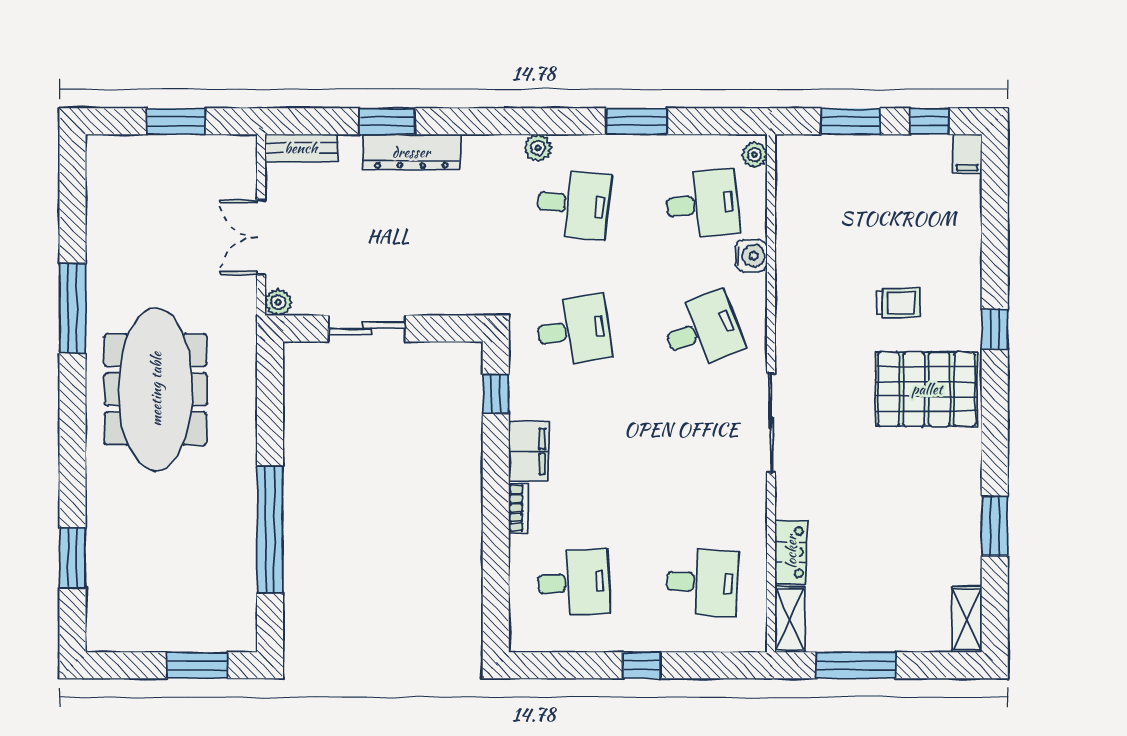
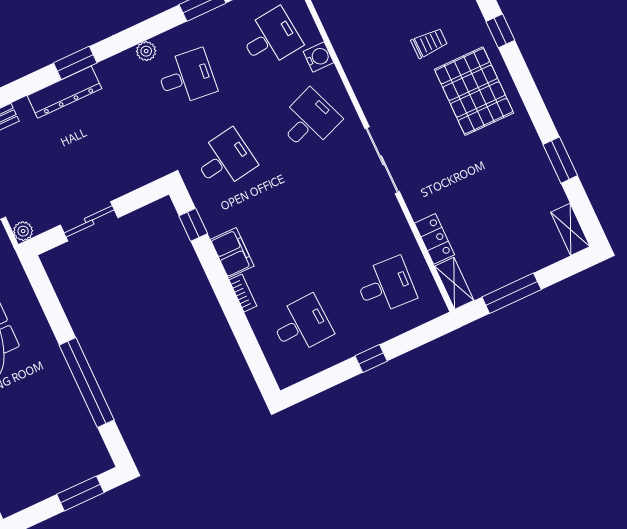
window: (387, 121) -> (75, 63), moved
pallet: (927, 389) -> (474, 91), turned 90

